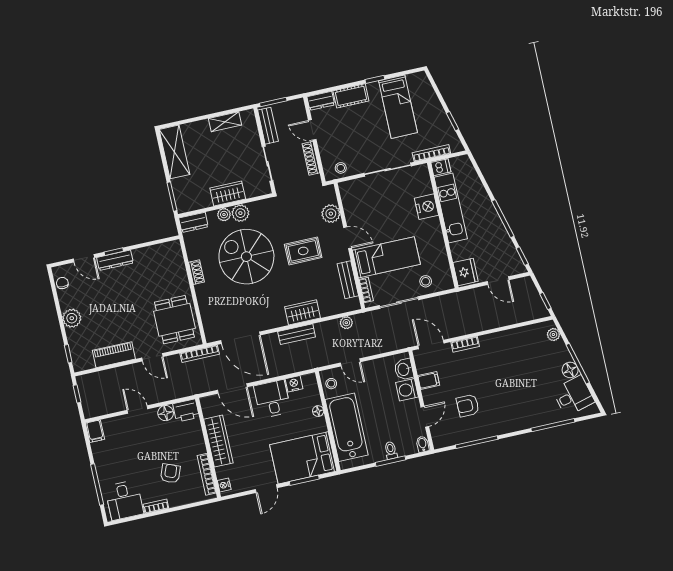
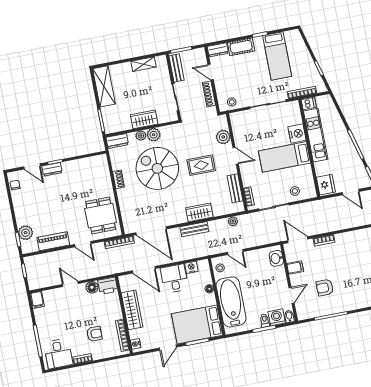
bed: (386, 257) -> (284, 157), moved, turned 180
dresser: (115, 260) -> (52, 169), width x0.70
plant: (72, 318) -> (26, 233), moved
washing machine: (407, 390) -> (277, 317), moved, turned 90
armchair: (170, 473) -> (94, 334), turned 69

